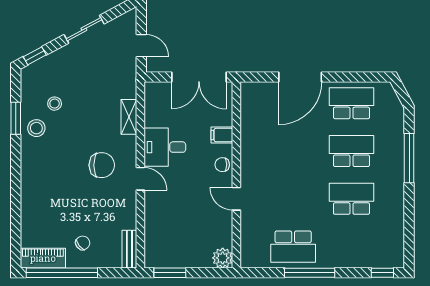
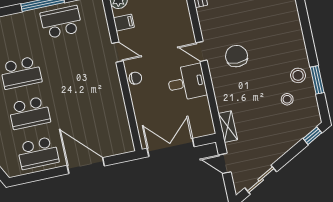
sliding door: (84, 29) -> (261, 180), moved
door: (300, 77) -> (86, 166), hinge flipped
shelving: (129, 117) -> (228, 127), moved
filing cabinet: (222, 135) -> (124, 23), moved
chair: (102, 165) -> (237, 56), turned 90

